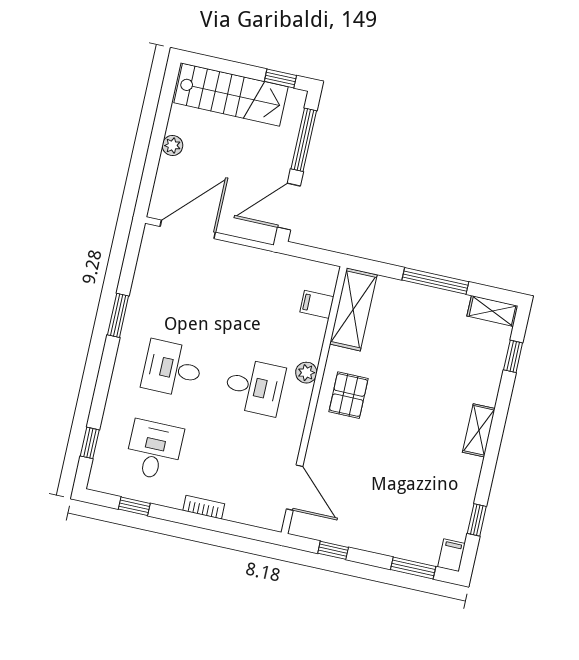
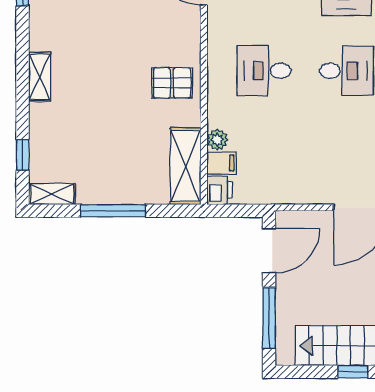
window: (280, 78) -> (353, 372), moved
printer: (325, 278) -> (220, 190), added
plant: (306, 373) -> (217, 140), moved
pallet: (349, 395) -> (172, 83), turned 90

